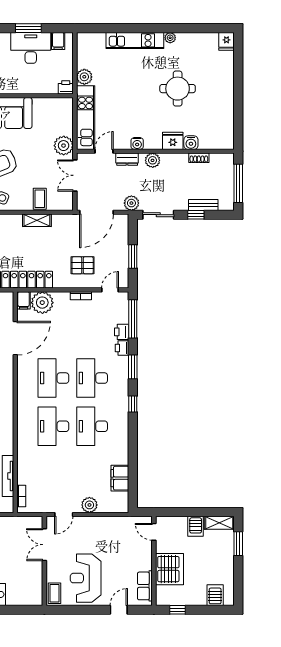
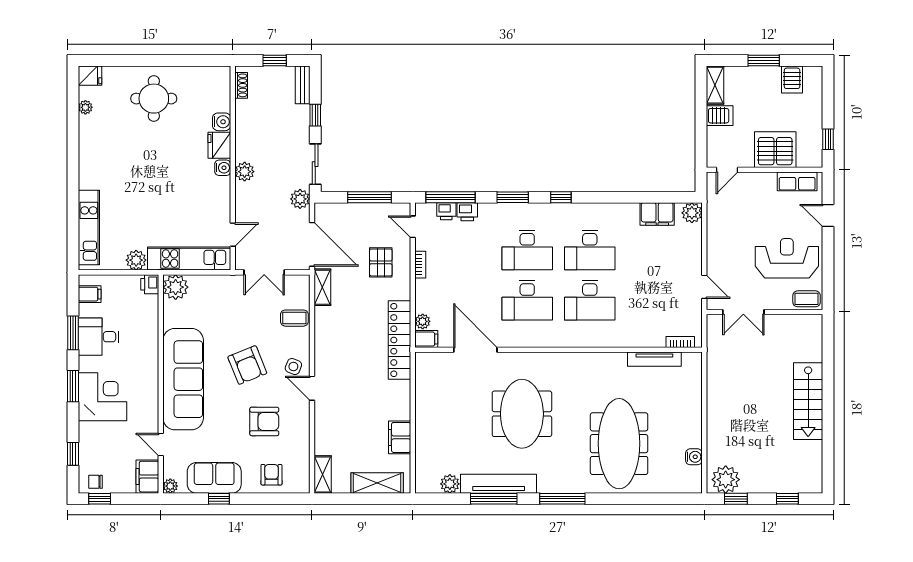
plant: (170, 38) -> (85, 107), moved
kitchen unit: (135, 40) -> (89, 228), moved
desk: (31, 48) -> (99, 337), width x0.73
round table: (178, 89) -> (154, 99), moved
water cooler: (137, 143) -> (223, 168), moved
plant: (64, 146) -> (176, 287), moved
door: (104, 151) -> (233, 235), swing flipped
shoe rack: (199, 158) -> (241, 85), moved
dresser: (127, 159) -> (243, 205), removed
window: (238, 183) -> (275, 60), width x0.46
bench: (203, 205) -> (303, 85), moved
shelving: (37, 220) -> (322, 287), moved
window: (133, 257) -> (369, 197), width x1.44
plant: (42, 303) -> (423, 321), width x0.53, depth x0.53
printer: (122, 348) -> (446, 211), moved
plant: (89, 505) -> (692, 213), moved
window: (238, 544) -> (764, 60), moved
reception desk: (86, 578) -> (787, 258), turned 180
server rack: (215, 595) -> (792, 79), moved, turned -90

